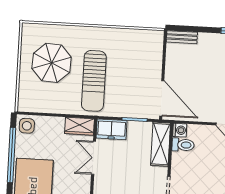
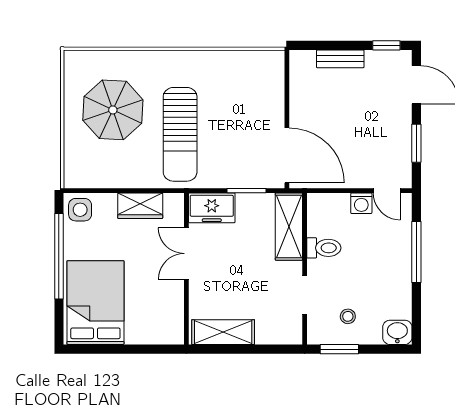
bench: (182, 37) -> (340, 59), moved
wardrobe: (79, 126) -> (140, 206), moved
washing machine: (180, 130) -> (361, 203), moved, turned 90
toilet: (183, 145) -> (324, 248), moved

